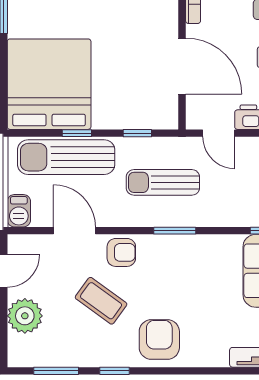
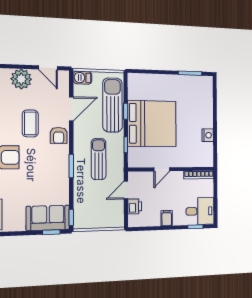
door: (182, 66) -> (162, 169), width x0.53
bed: (49, 84) -> (152, 124), moved
coffee table: (101, 301) -> (30, 123), turned -36

